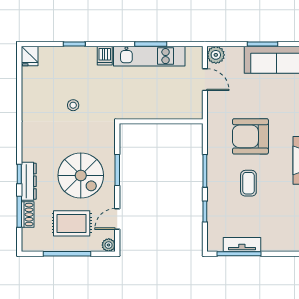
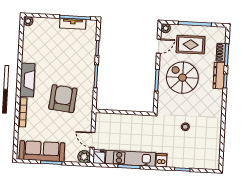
fridge: (30, 56) -> (99, 157), moved
armchair: (250, 136) -> (63, 99), turned -84
coffee table: (248, 183) -> (66, 66), removed

